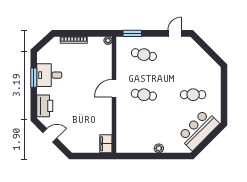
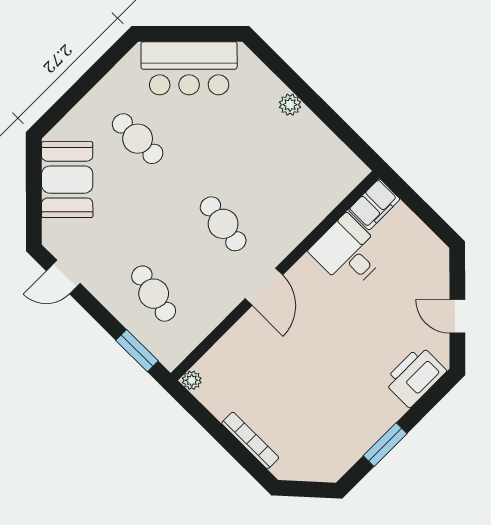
booth: (202, 63) -> (67, 180), added
desk: (49, 75) -> (348, 253), moved, turned 180
door: (114, 88) -> (264, 287), hinge flipped

